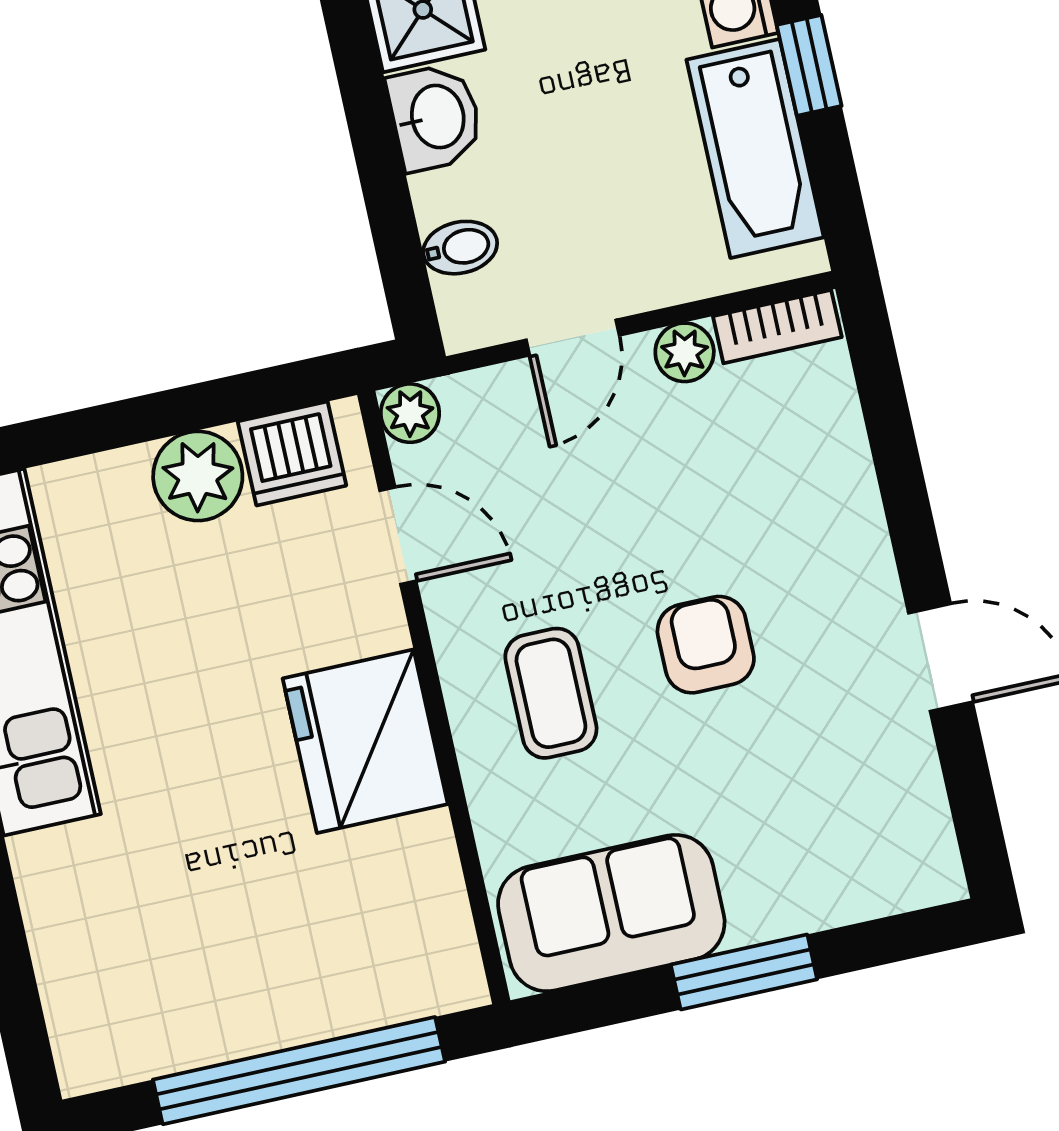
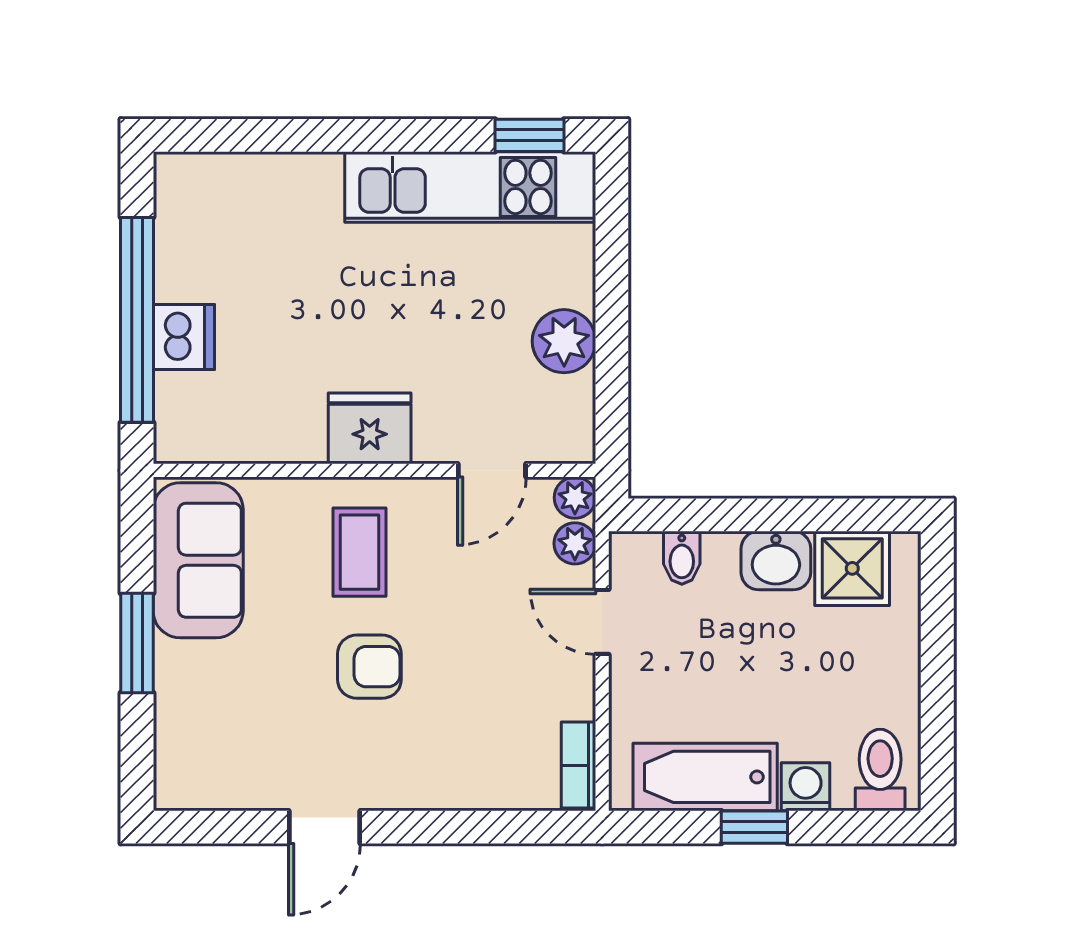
plant: (685, 352) -> (575, 543), moved
dishwasher: (292, 453) -> (184, 337), moved, turned 180
coffee table: (551, 693) -> (360, 552), turned 90
fridge: (365, 741) -> (370, 428), width x0.73, depth x0.75

